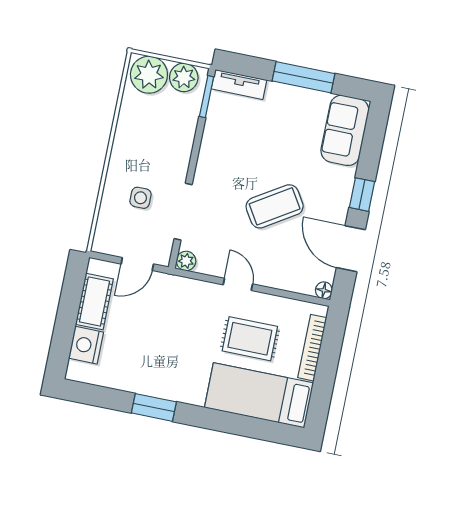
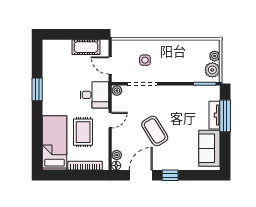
plant: (149, 75) -> (215, 56), width x0.53, depth x0.53
window: (304, 77) -> (225, 116), moved
tv unit: (239, 84) -> (215, 115), moved
sofa: (345, 130) -> (209, 148), moved, turned -90
plant: (305, 285) -> (117, 155), added
desk: (185, 304) -> (94, 95), added
nightstand: (86, 345) -> (62, 47), removed

